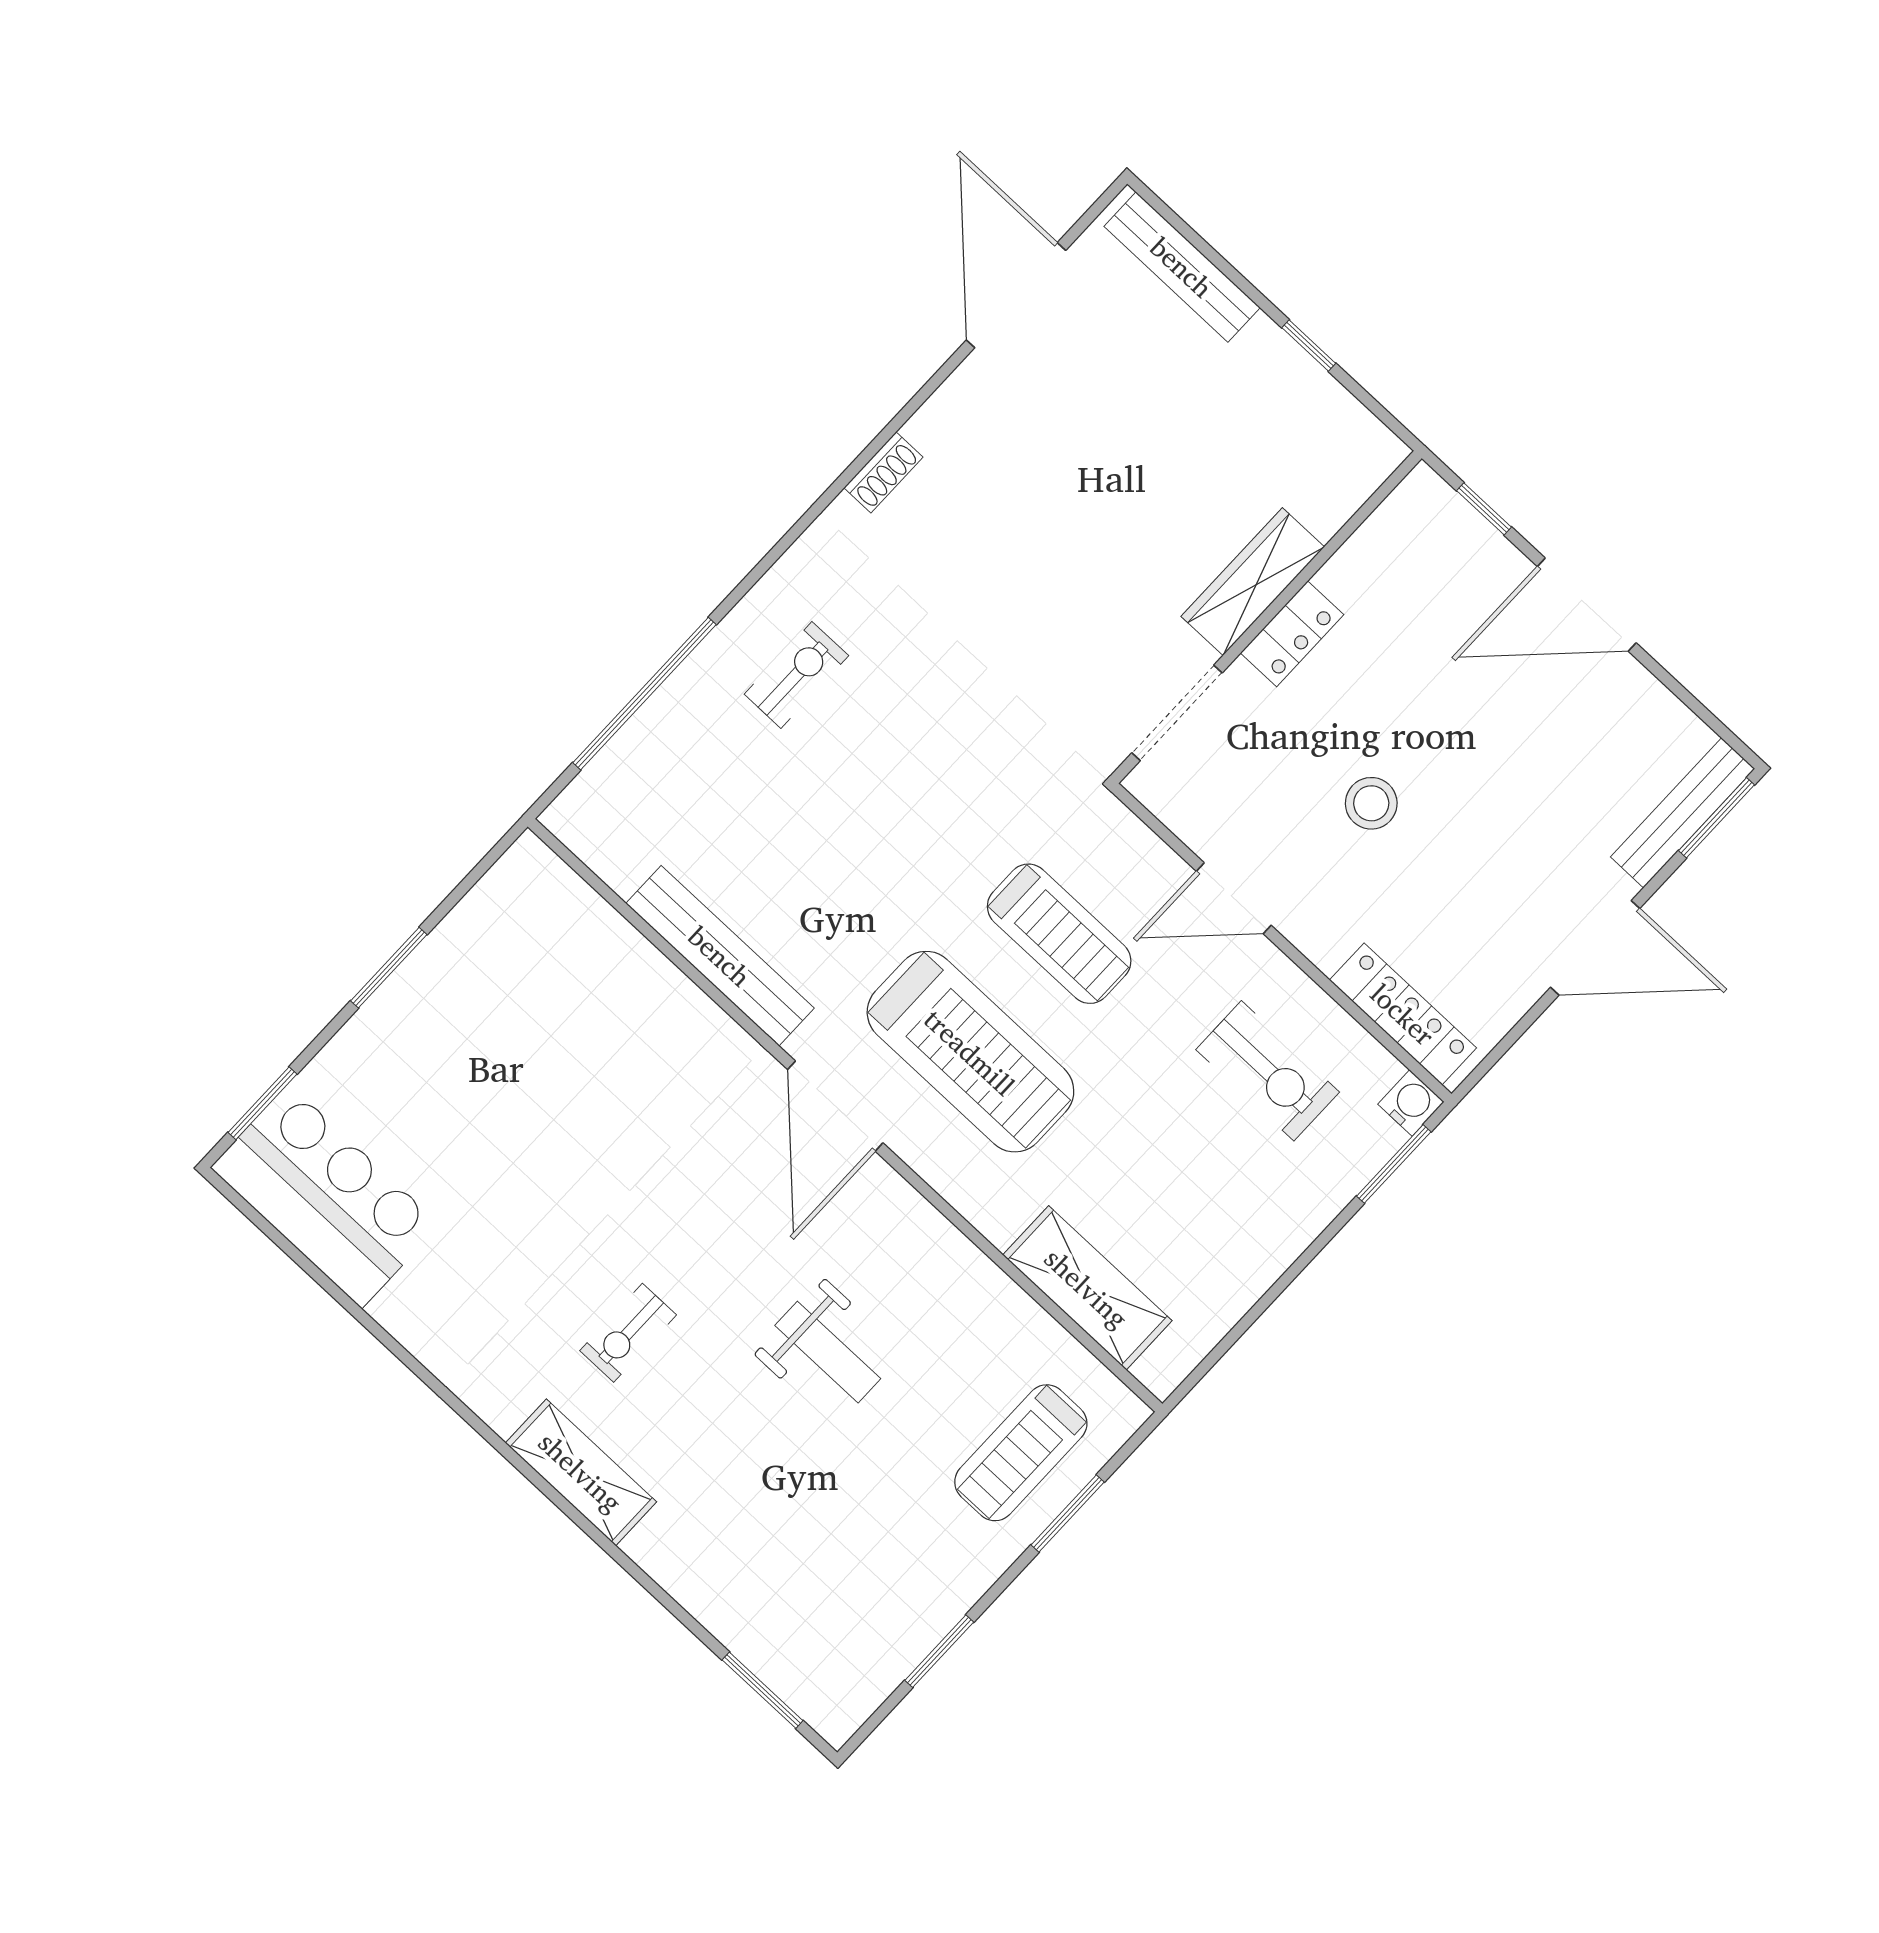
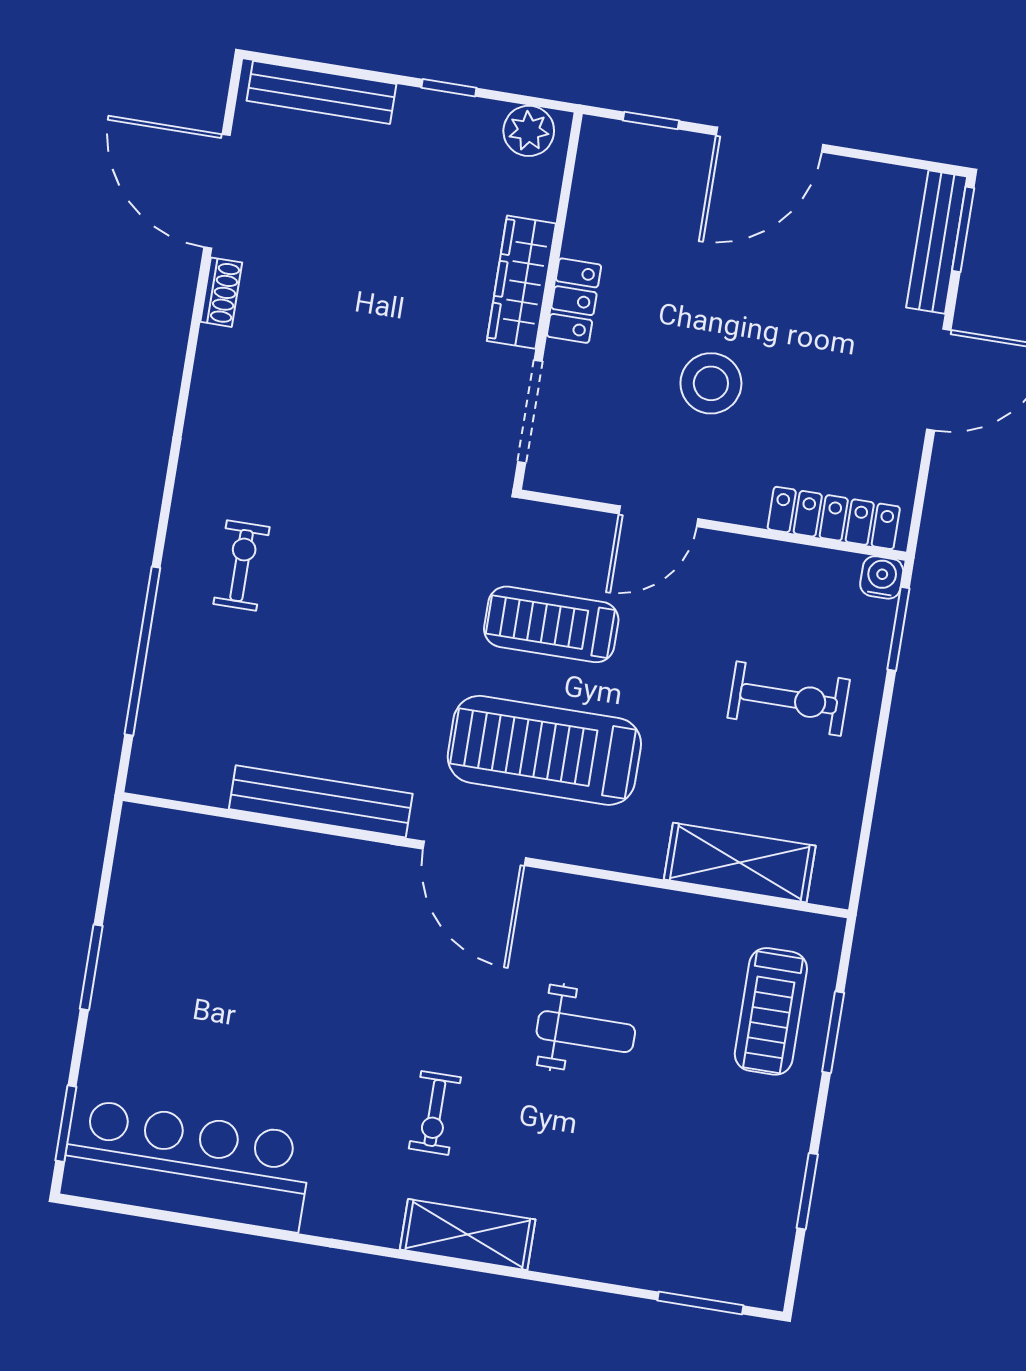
plant: (1358, 439) -> (529, 131), added
shoe rack: (883, 472) -> (221, 292), moved
stool: (1371, 803) -> (711, 383), width x1.38, depth x1.38
treadmill: (1059, 934) -> (551, 624), turned 180
treadmill: (970, 1052) -> (544, 750), turned 180
exercise bike: (1268, 1071) -> (789, 699), moved
bar counter: (325, 1196) -> (186, 1165), width x1.36

